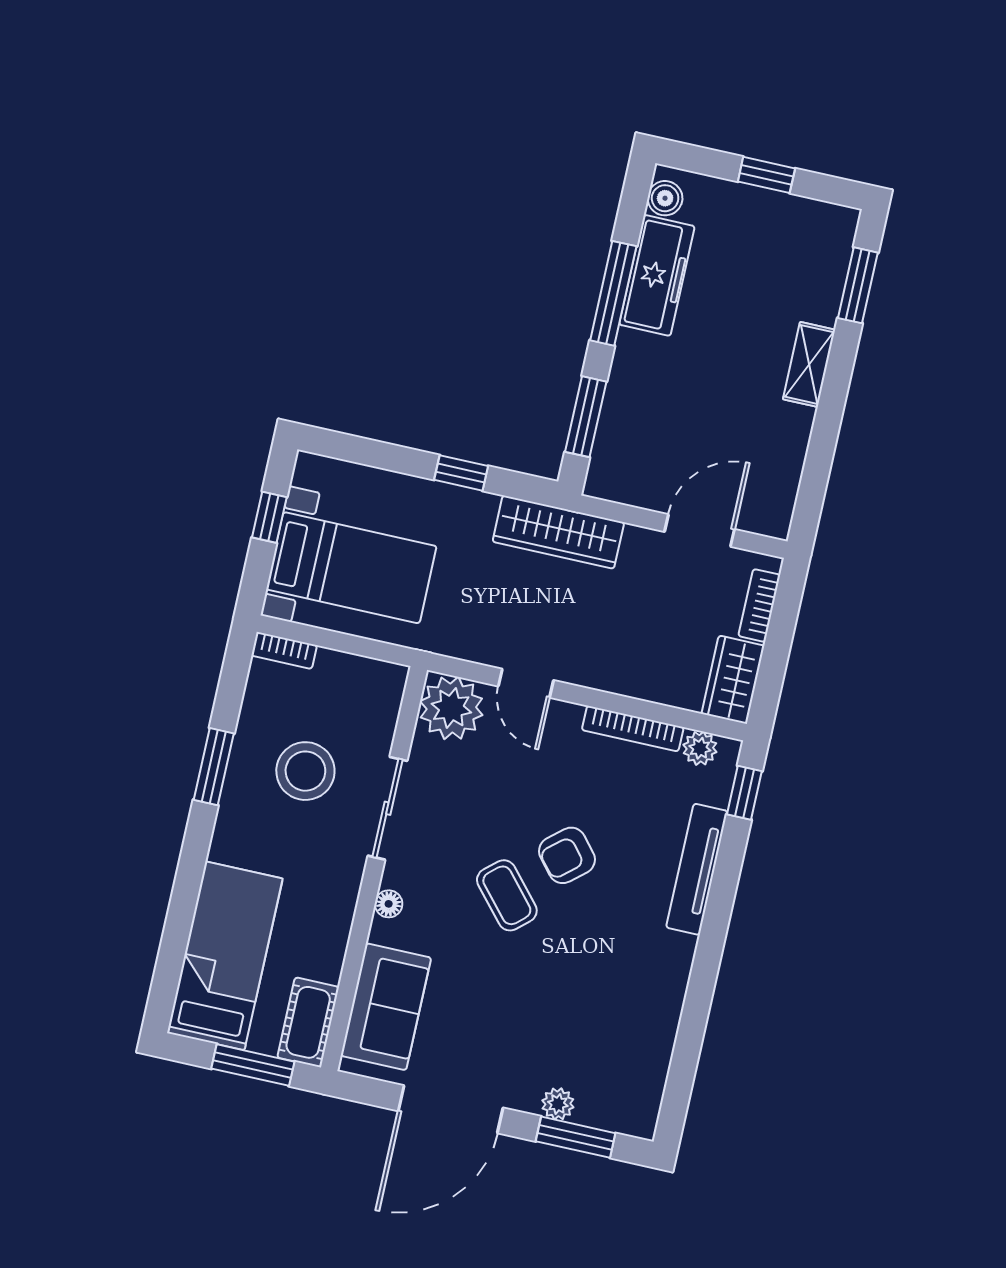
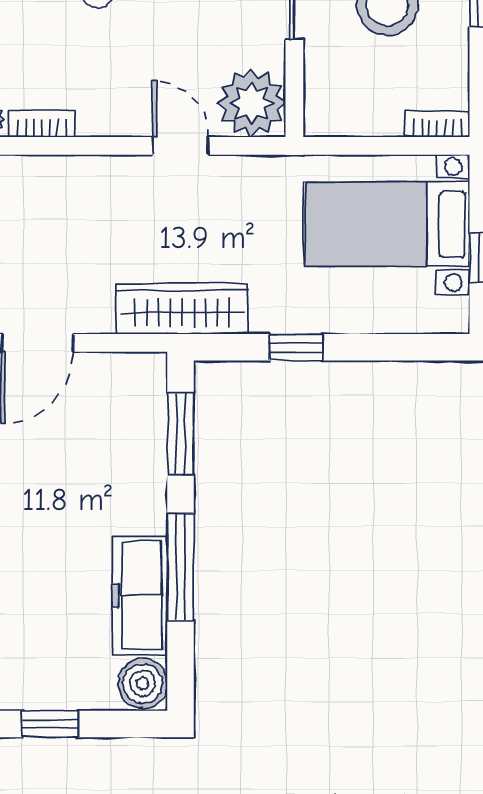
boiler: (665, 198) -> (143, 683), width x1.36, depth x1.36
bookcase: (633, 729) -> (42, 124), width x0.64

